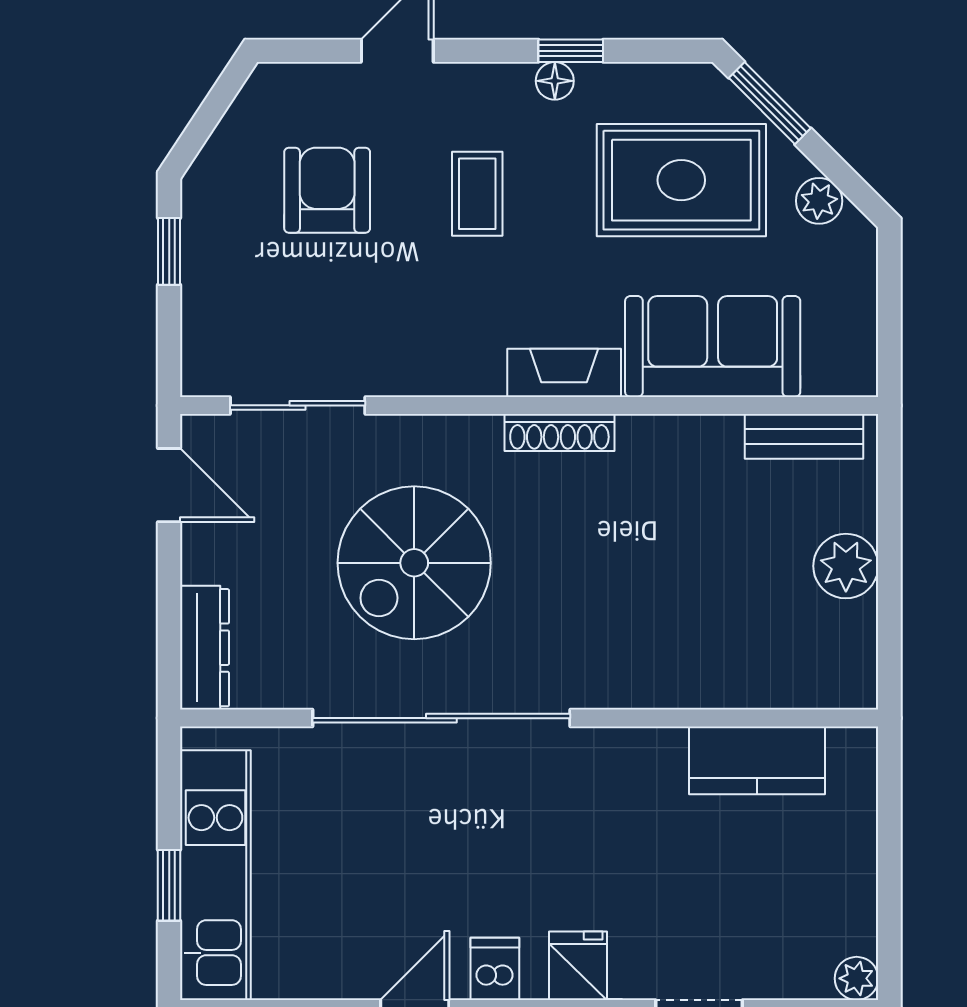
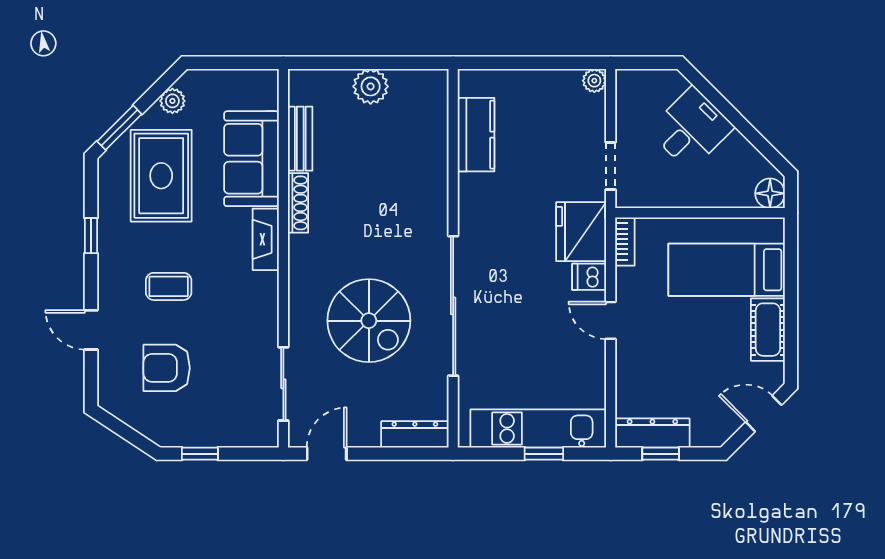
floor lamp: (555, 81) -> (107, 244), removed
shoe rack: (559, 432) -> (298, 203), moved
bench: (804, 436) -> (300, 139), moved
fridge: (578, 966) -> (581, 232), width x1.88, depth x1.34

